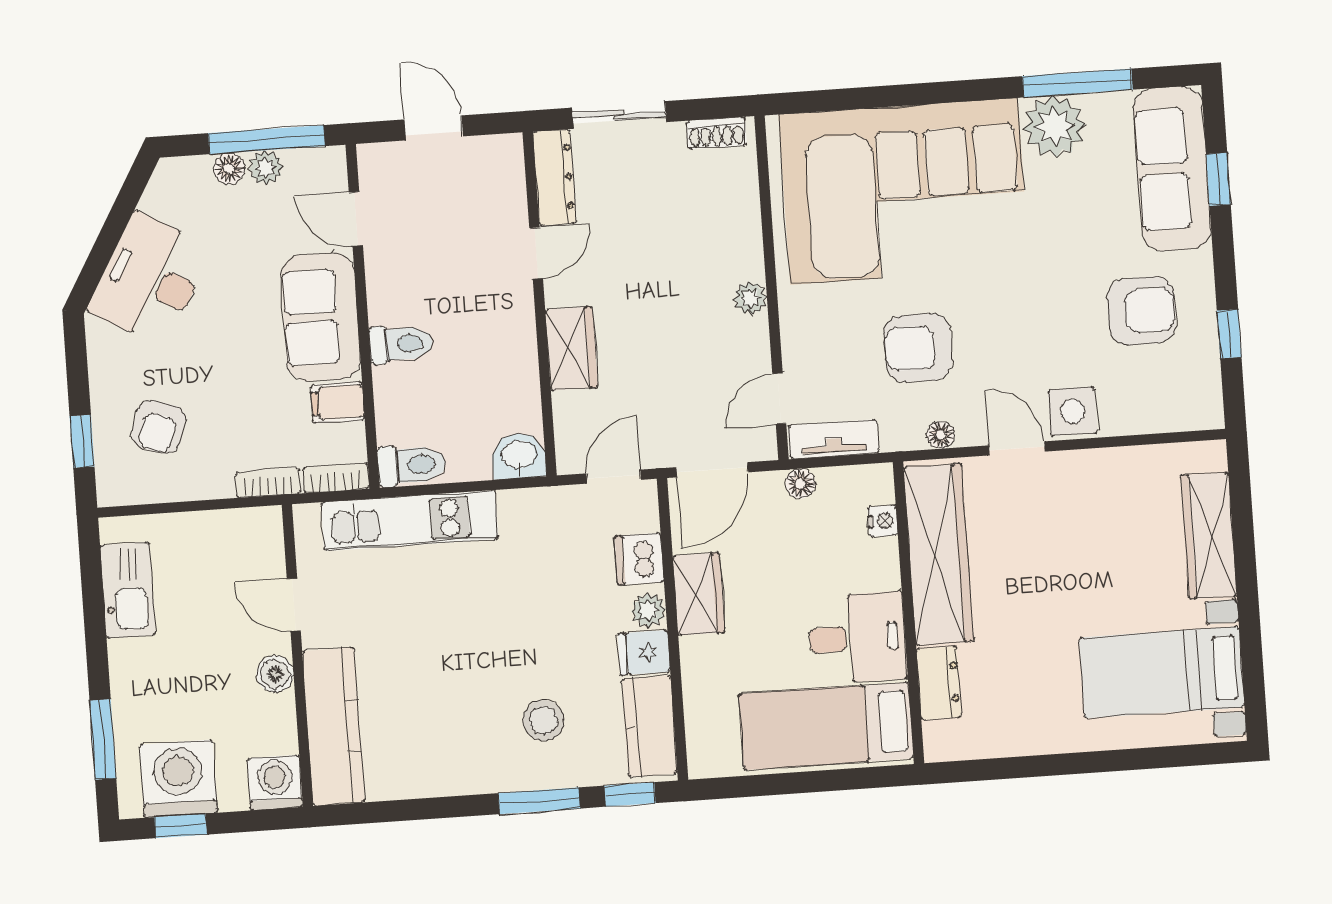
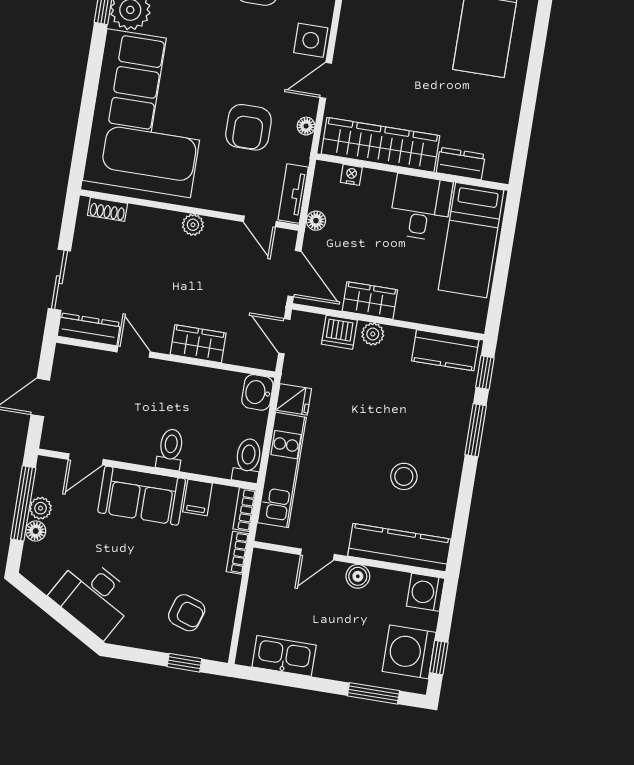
shoe rack: (716, 133) -> (108, 209), moved, turned 90
fridge: (644, 653) -> (294, 399), moved, turned -90
stool: (544, 720) -> (404, 476), moved

